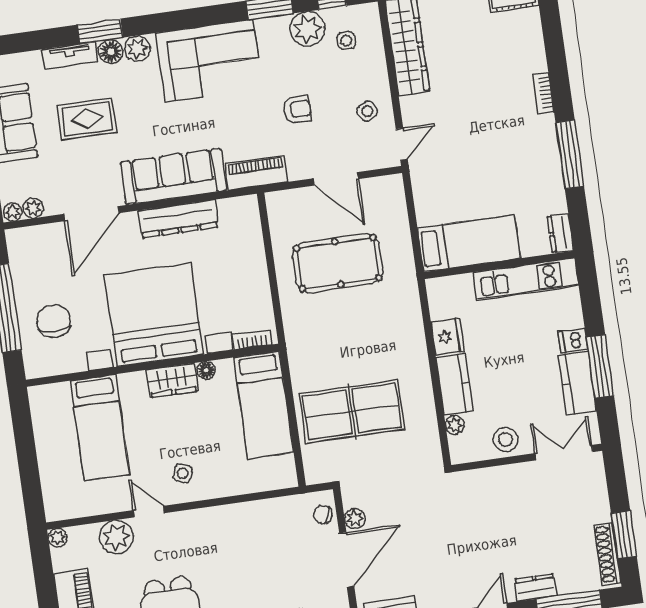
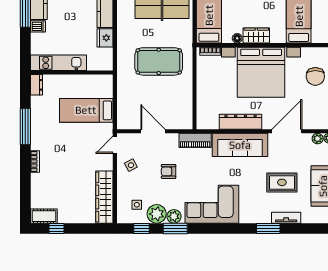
plant: (137, 48) -> (174, 216), moved
floor lamp: (111, 52) -> (264, 217), removed
bed: (469, 243) -> (86, 110), moved
pool table: (338, 263) -> (159, 61), moved

